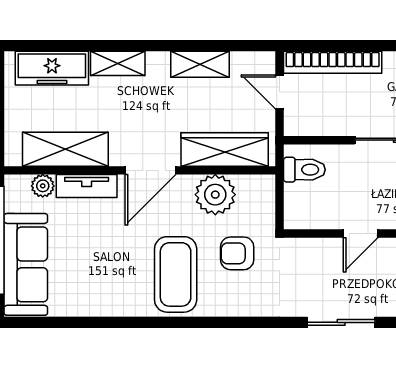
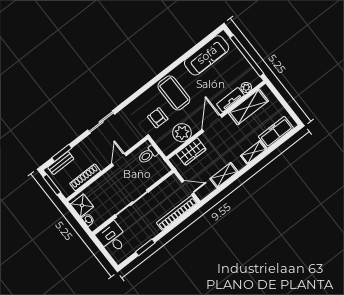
wardrobe: (225, 149) -> (191, 151), width x0.67
toilet: (304, 170) -> (148, 155), moved
armchair: (237, 253) -> (158, 118), turned -90
sofa: (26, 264) -> (207, 55), moved, turned -90

